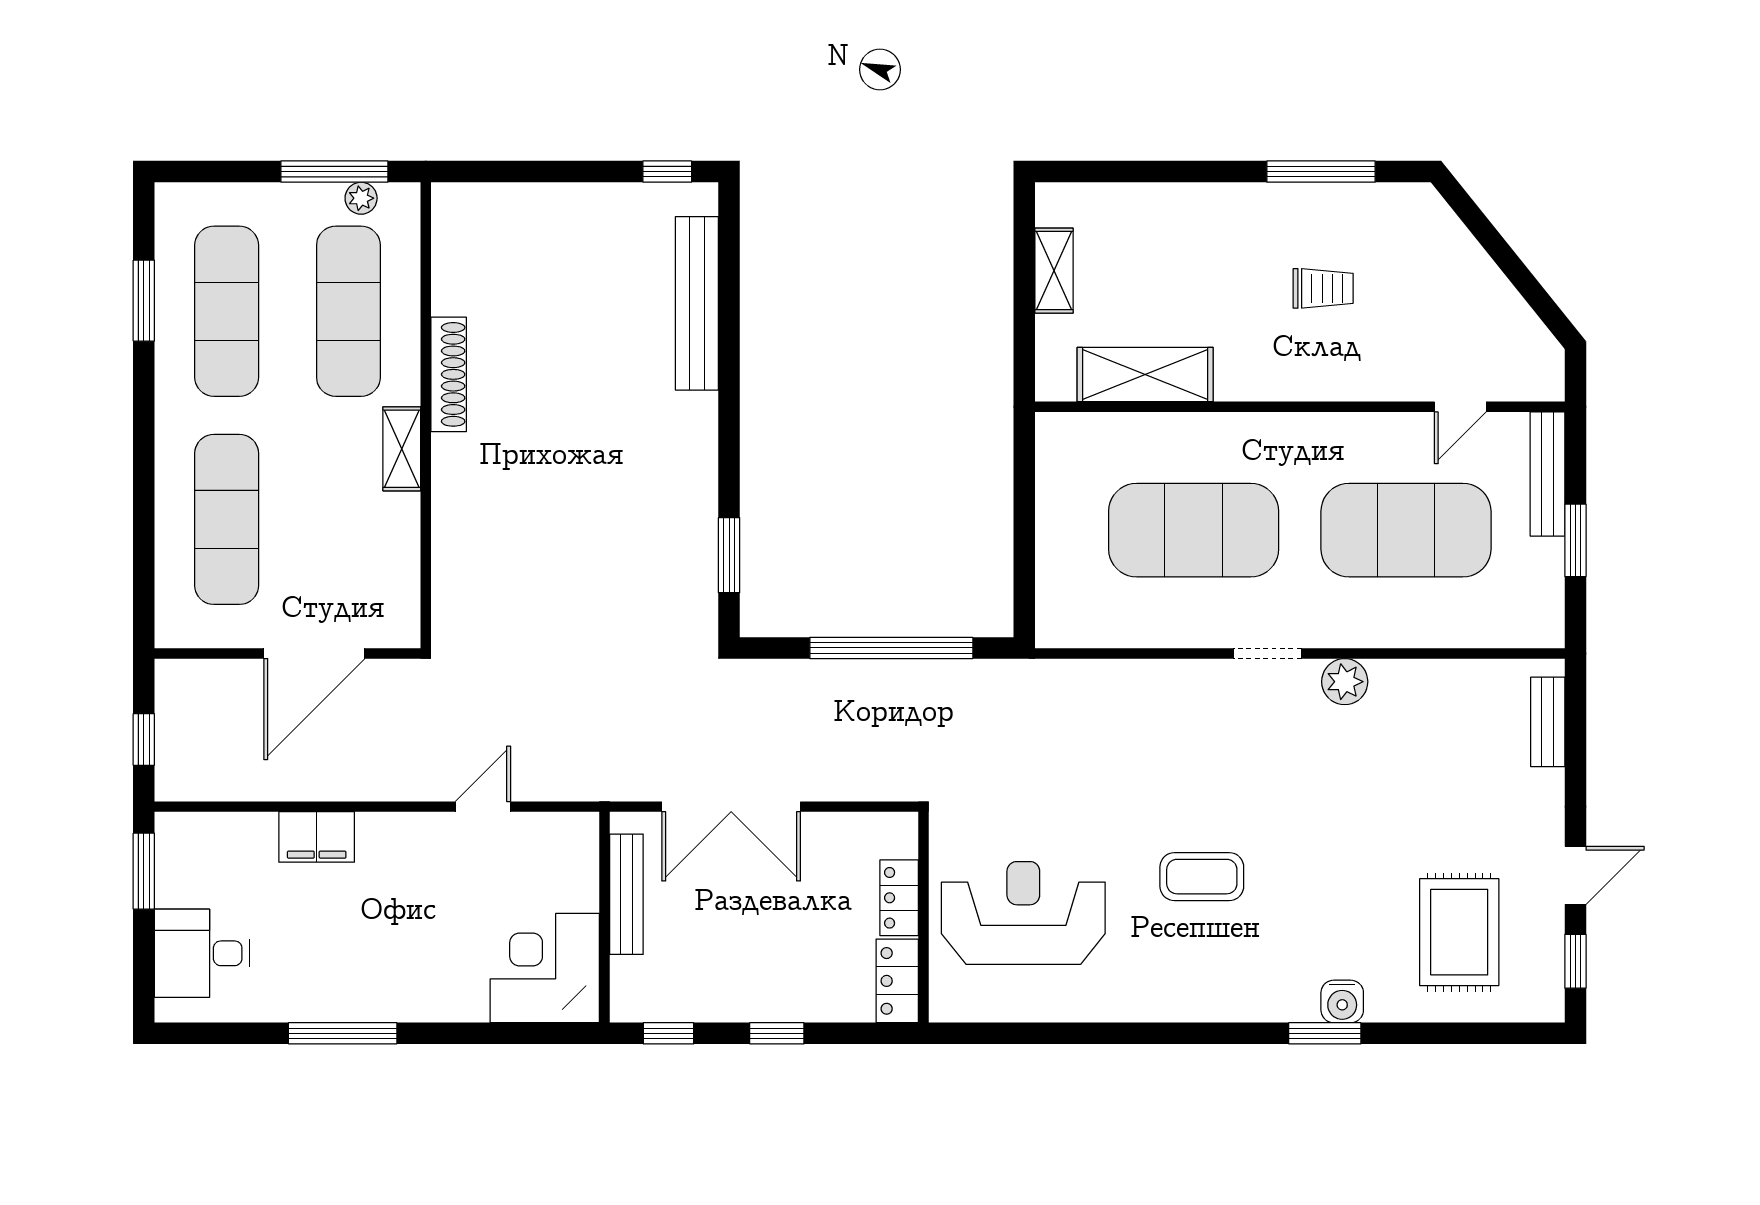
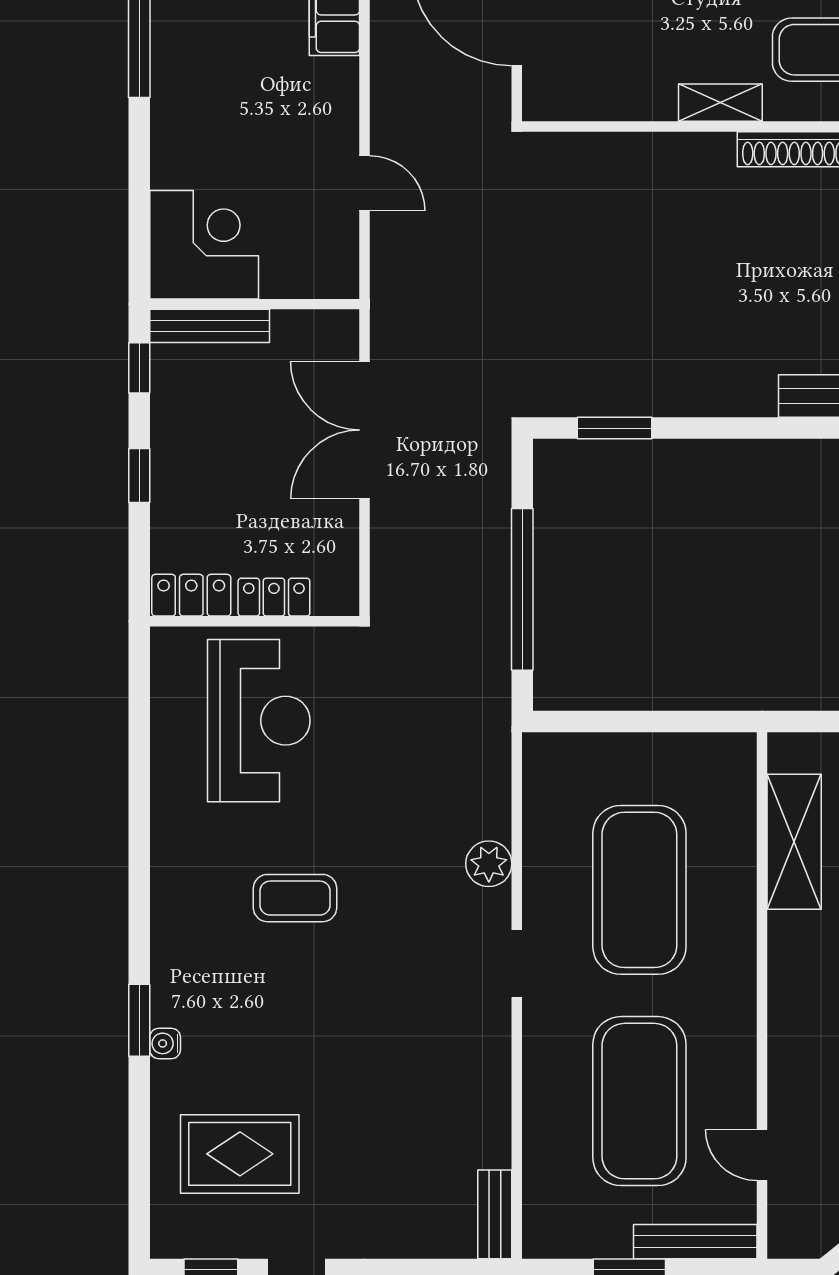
plant: (1345, 682) -> (489, 864), moved
bench: (1548, 722) -> (495, 1214), moved, turned 90
coffee table: (1202, 877) -> (295, 898), turned 90
bench: (626, 894) -> (210, 326), moved
water cooler: (1342, 1001) -> (165, 1043), width x0.72, depth x0.72

